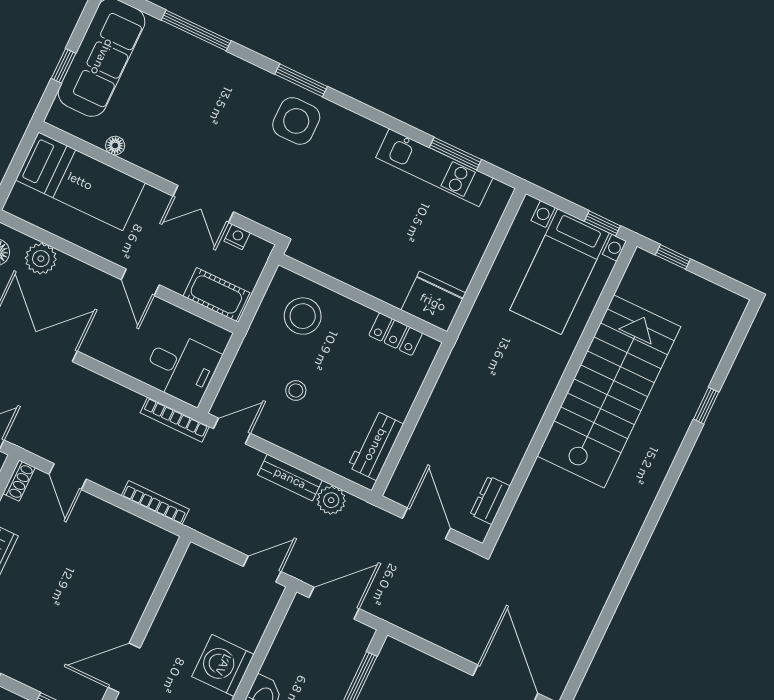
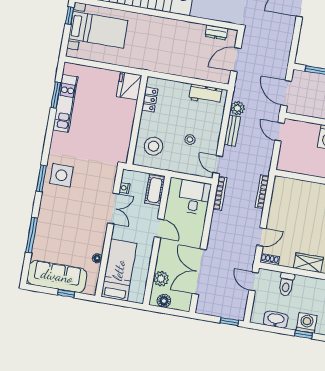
door: (140, 282) -> (159, 228), hinge flipped

